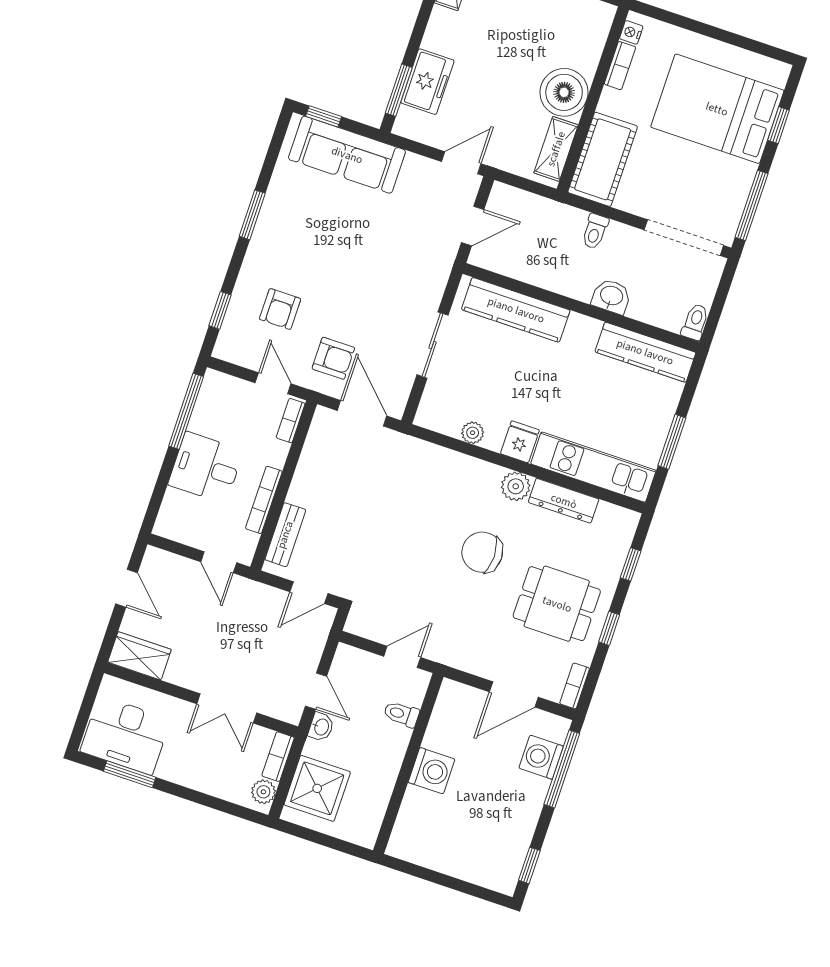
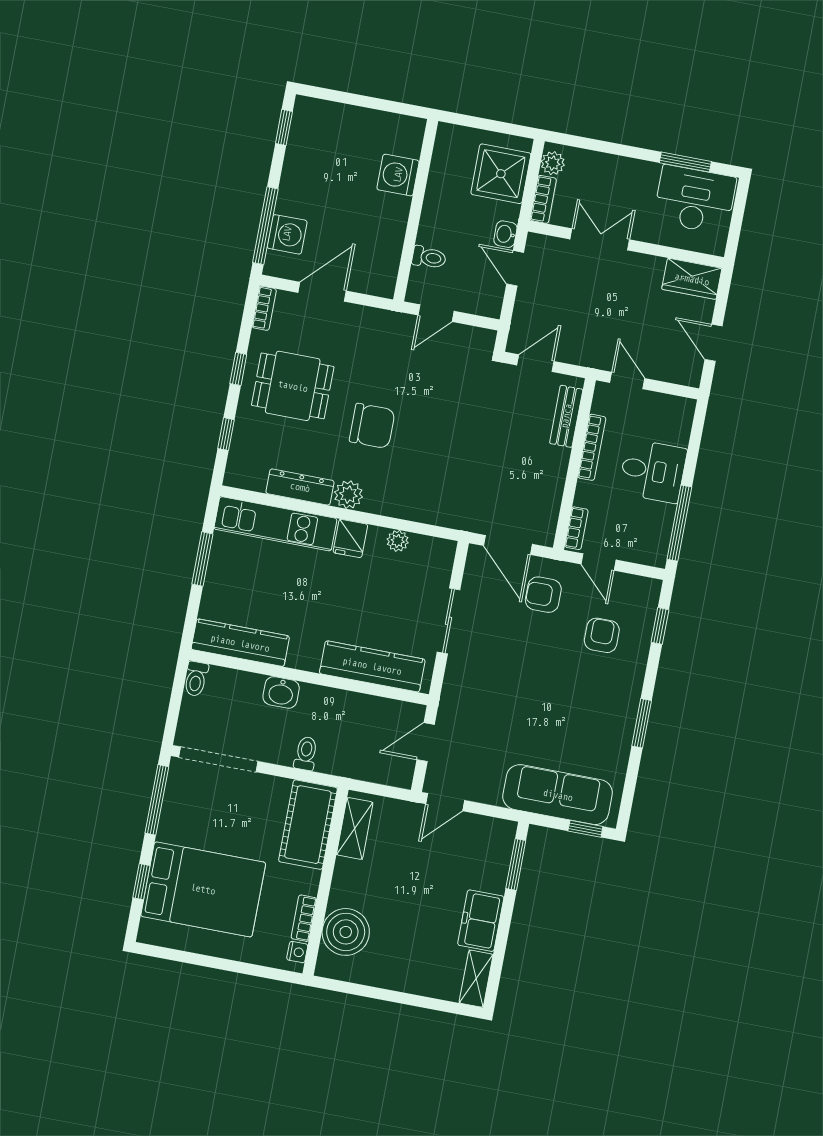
freezer: (427, 82) -> (481, 921), moved
boiler: (564, 92) -> (346, 932), moved
washing machine: (431, 771) -> (398, 175), moved

